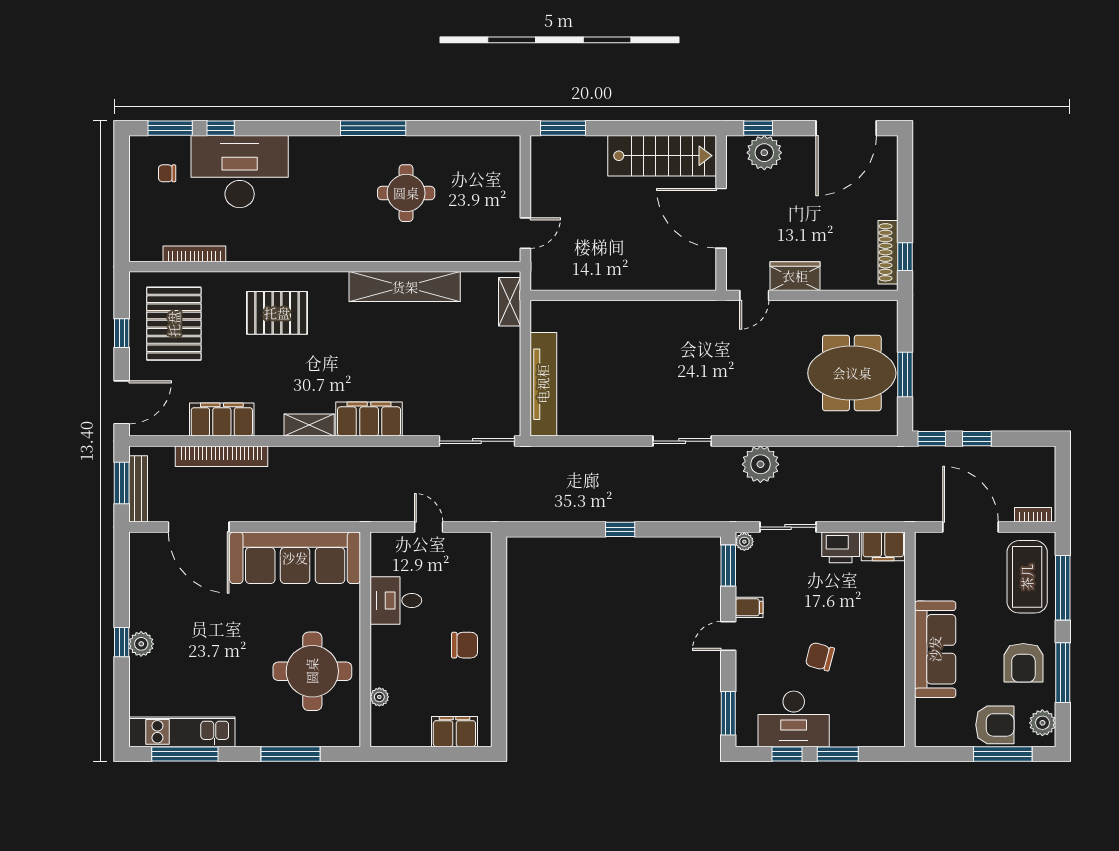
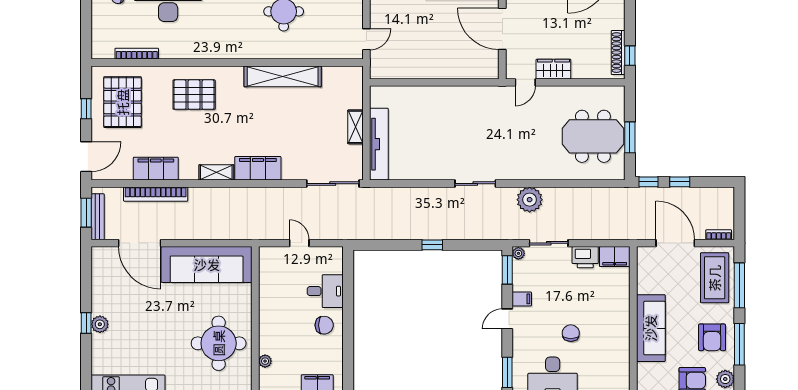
shelving: (510, 302) -> (355, 127), moved
desk: (396, 600) -> (325, 291), moved, turned 180
chair: (820, 657) -> (571, 333), turned 75

